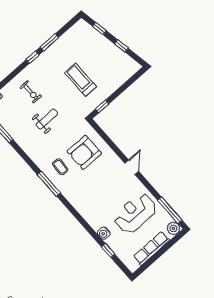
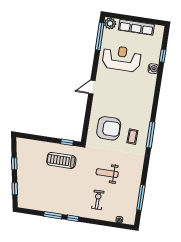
treadmill: (81, 80) -> (61, 160), moved, turned 90
reception desk: (135, 213) -> (122, 58), turned 180

